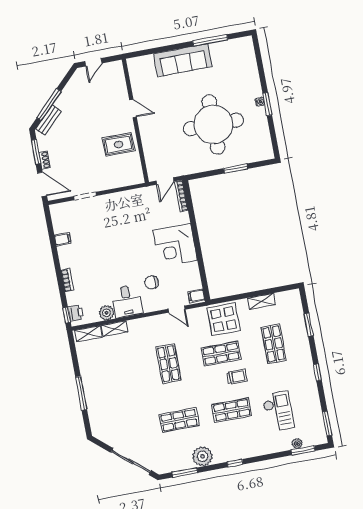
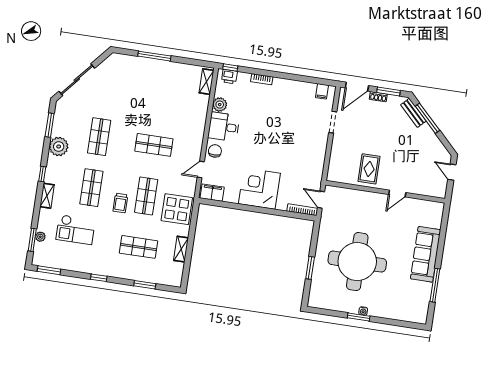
filing cabinet: (63, 239) -> (322, 91), moved
chair: (152, 282) -> (215, 151), moved
filing cabinet: (196, 296) -> (212, 193), width x2.00
shelving: (115, 329) -> (47, 196), moved

